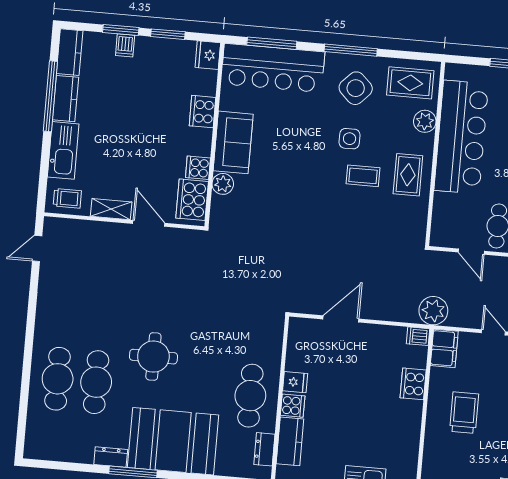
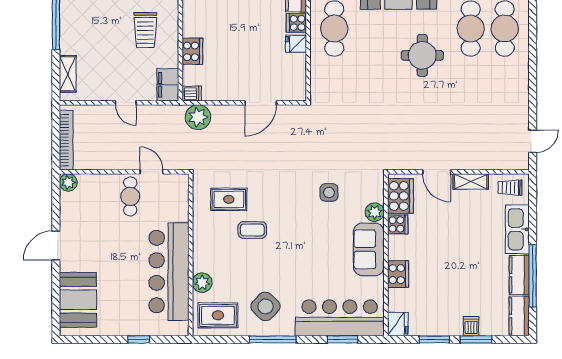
window: (272, 43) -> (342, 339), width x0.69
side table: (350, 139) -> (329, 193), moved
rug: (408, 175) -> (229, 199), moved, turned 90
plant: (433, 311) -> (198, 117), moved

